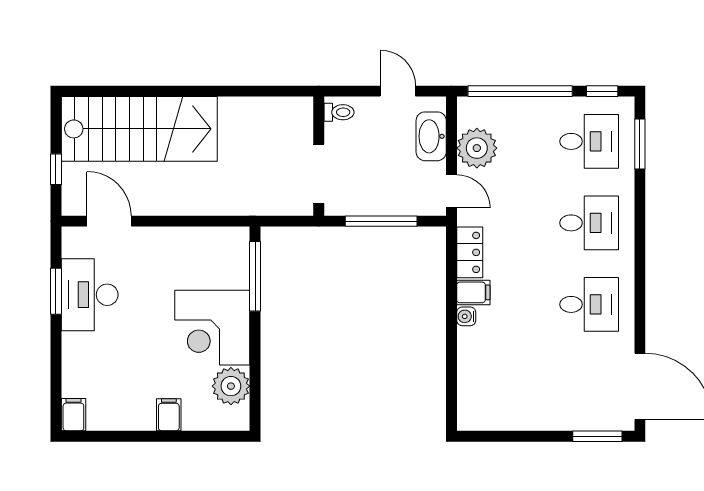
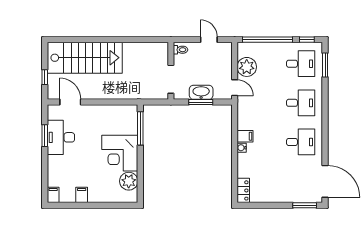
washbasin: (431, 136) -> (201, 92), moved, turned 90
window: (381, 221) -> (201, 102), width x0.69
locker: (470, 252) -> (243, 190), moved
filing cabinet: (169, 415) -> (82, 195), moved

